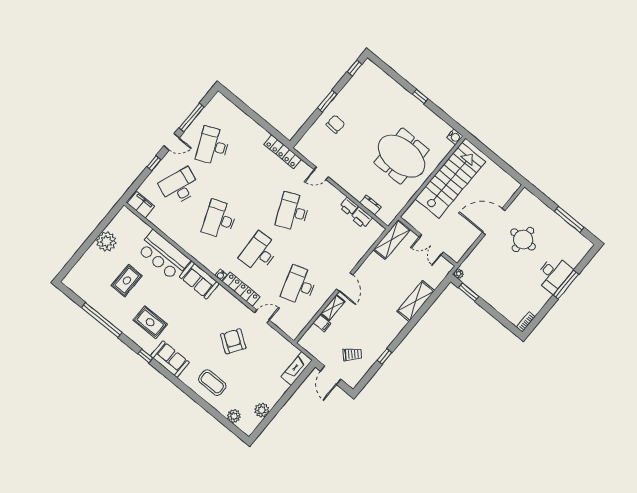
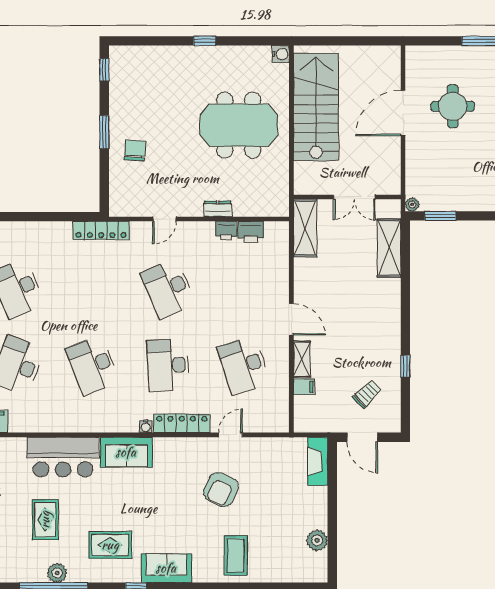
dresser: (370, 205) -> (218, 209), moved
shelving: (416, 301) -> (389, 248), moved
armchair: (233, 341) -> (221, 489), turned -100
coffee table: (212, 383) -> (236, 555), turned 90
plant: (234, 416) -> (57, 573), moved

